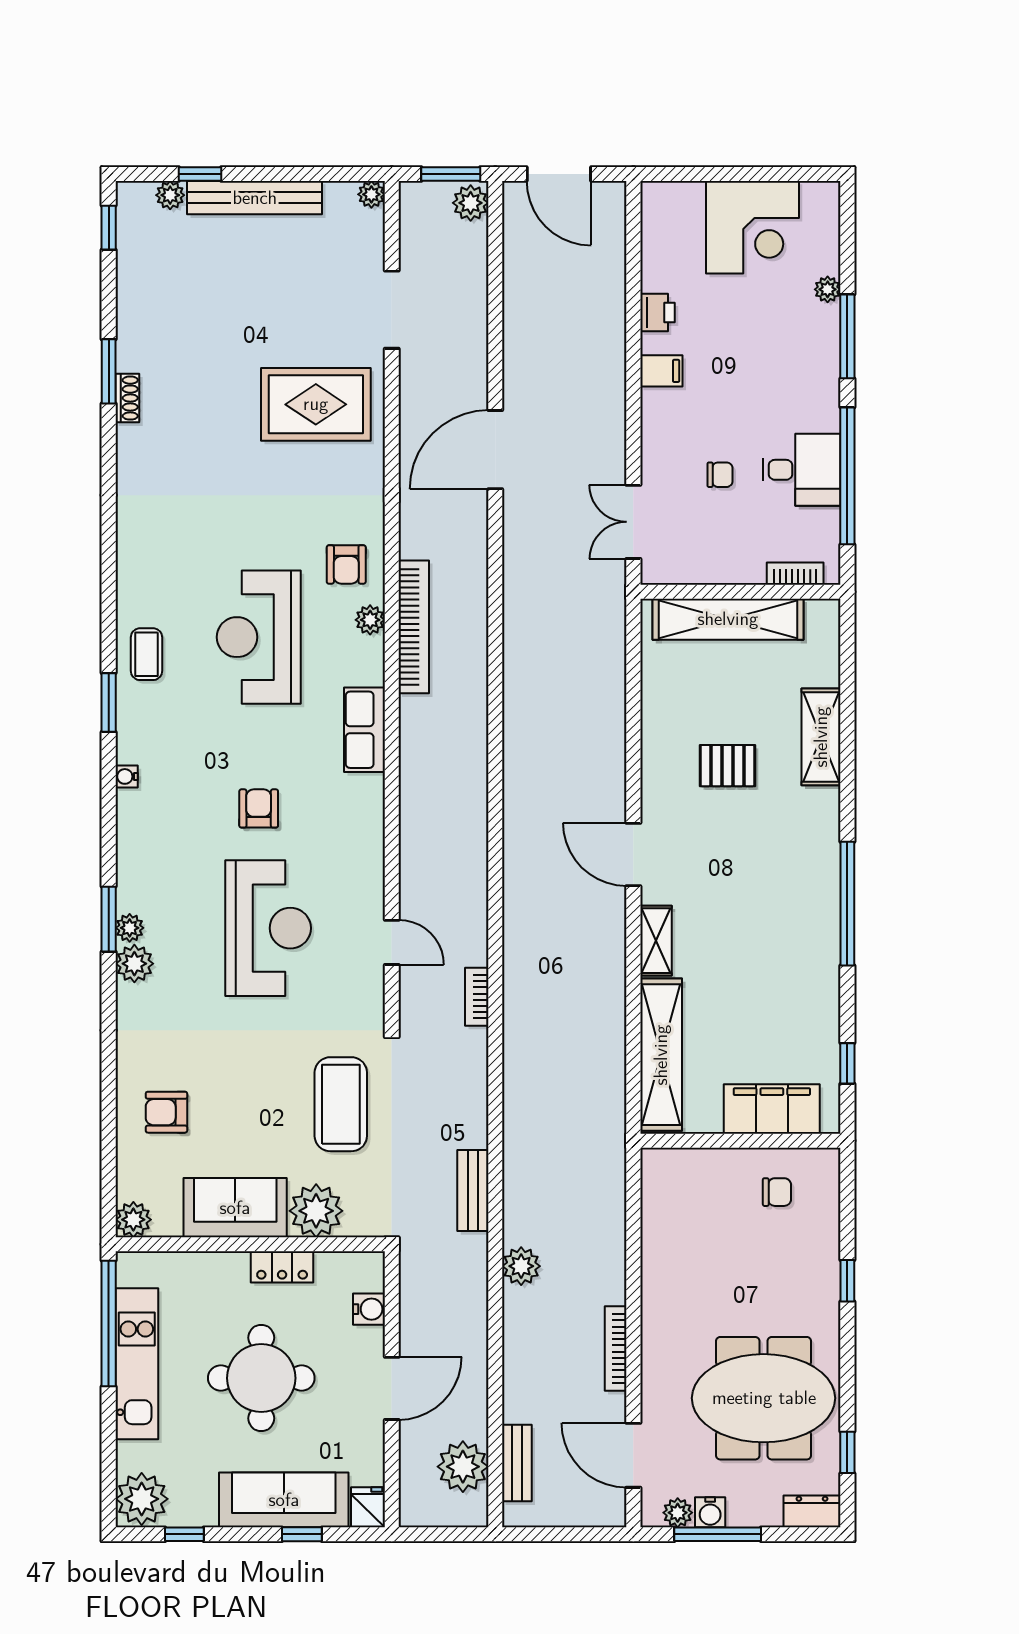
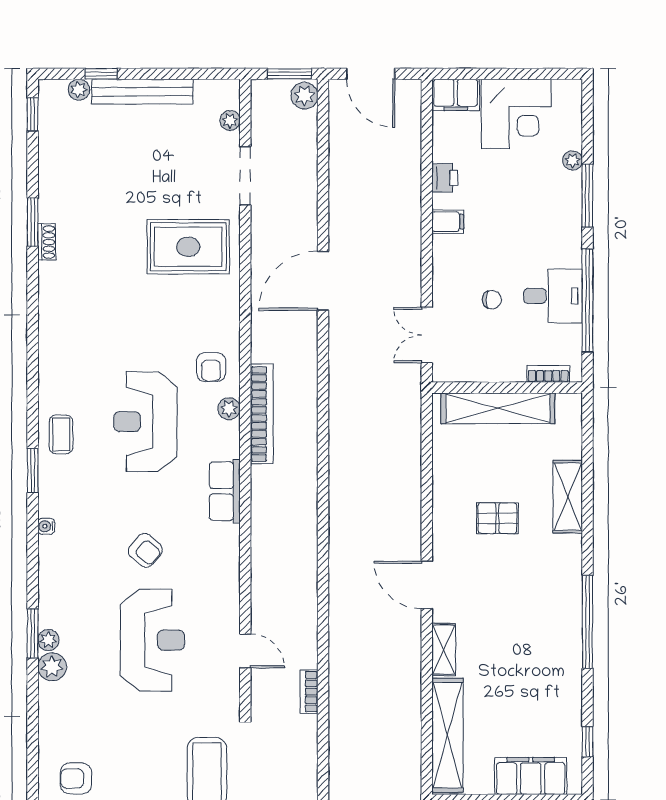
plant: (371, 194) -> (230, 121), moved
filing cabinet: (672, 202) -> (456, 95), added
armchair: (259, 808) -> (145, 550), turned 130

